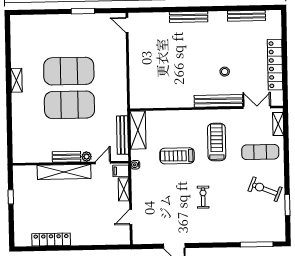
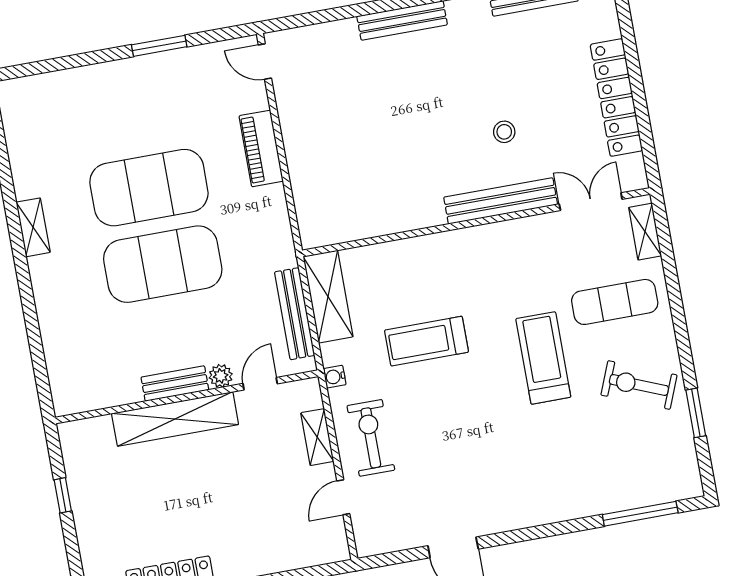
piano: (119, 62) -> (261, 148), added
treadmill: (217, 142) -> (543, 358), moved
filing cabinet: (121, 171) -> (304, 396), removed
exercise bike: (203, 197) -> (371, 438), moved, width x1.38, depth x1.39

